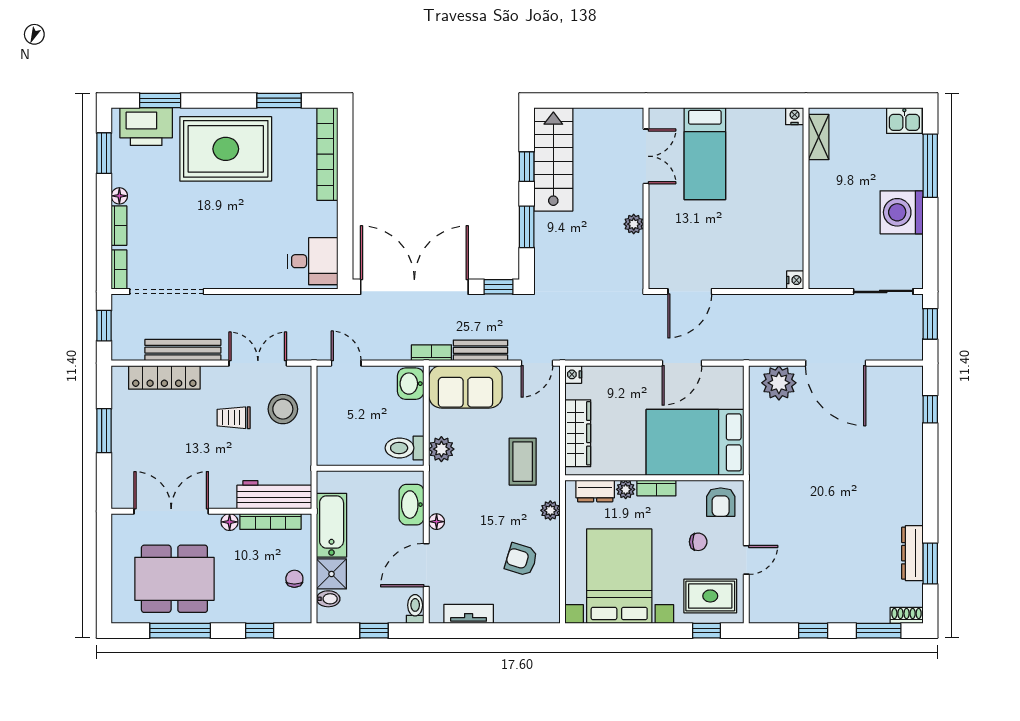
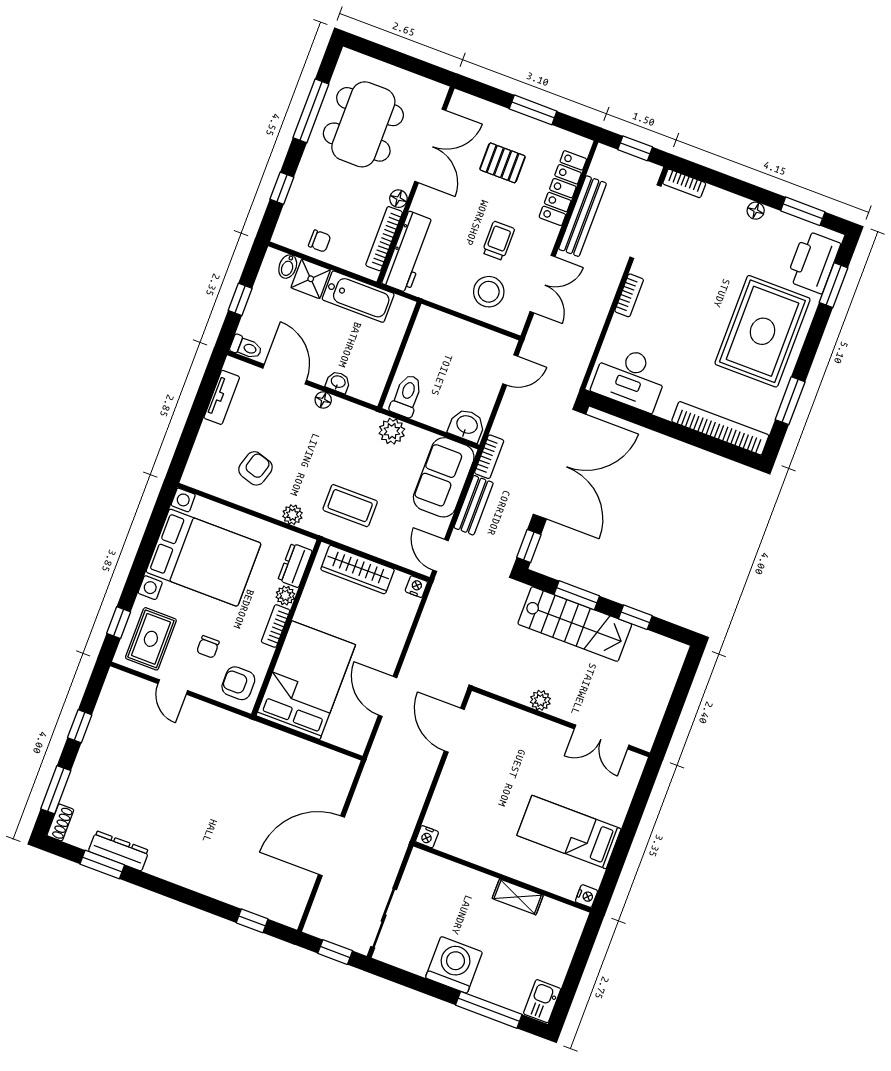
shelving: (819, 137) -> (518, 897), moved
bed: (705, 154) -> (569, 832), moved
stairs: (553, 159) -> (575, 624), moved
bookcase: (119, 226) -> (629, 295), moved, turned -90
desk: (313, 261) -> (630, 378), width x1.37
plant: (779, 383) -> (333, 783), removed
pallet: (162, 440) -> (503, 163), added
washbasin: (412, 505) -> (338, 382), width x0.52, depth x0.69

